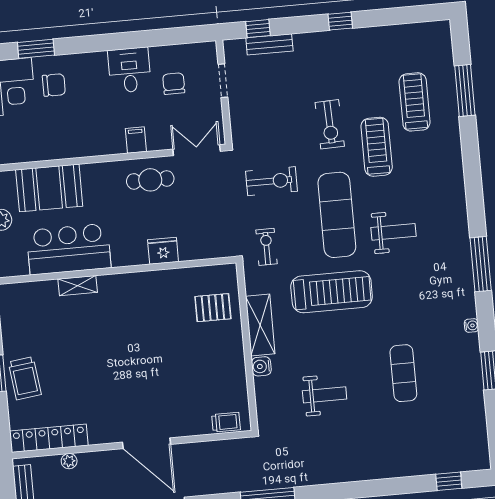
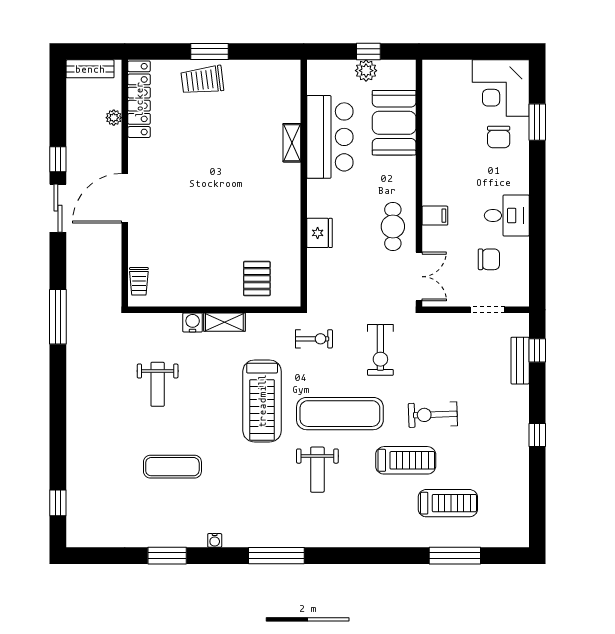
shelving: (260, 325) -> (224, 322), width x0.67, depth x0.75

